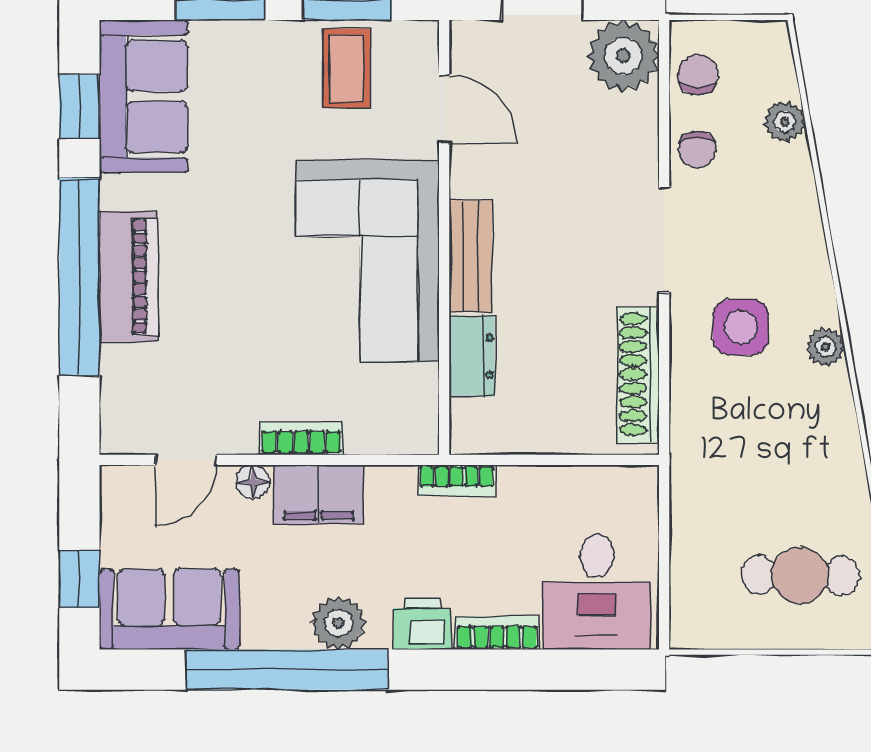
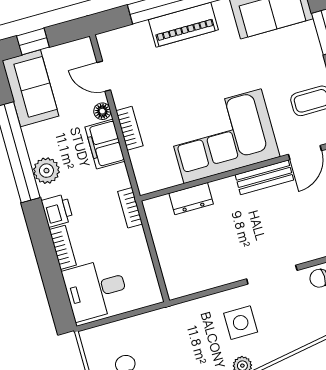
bench: (470, 256) -> (264, 177), moved
shoe rack: (638, 374) -> (205, 280), removed

